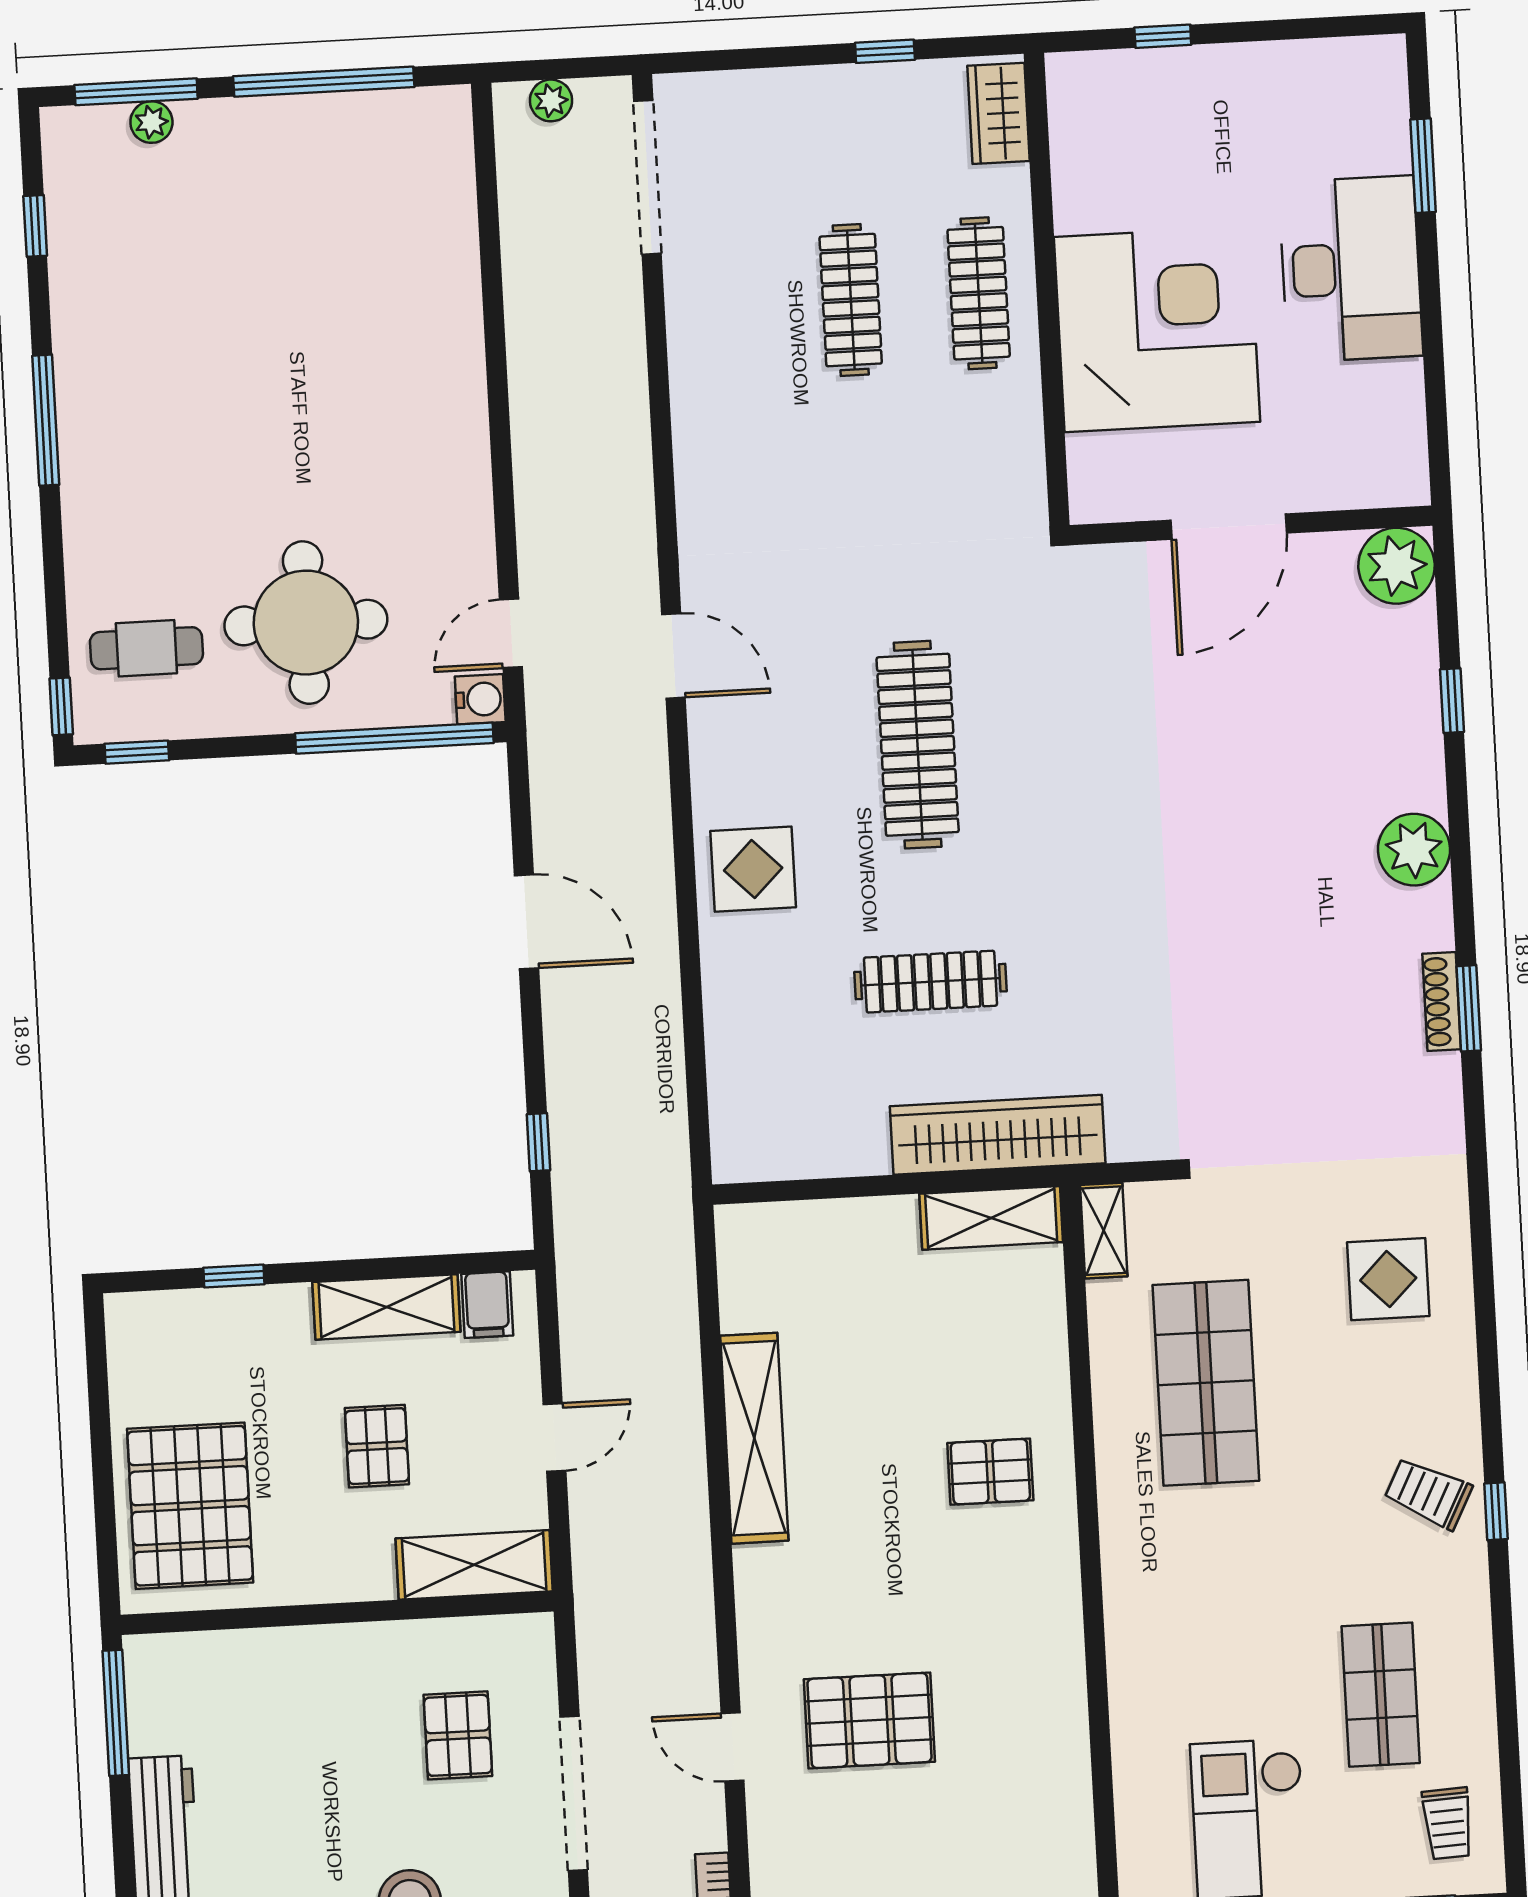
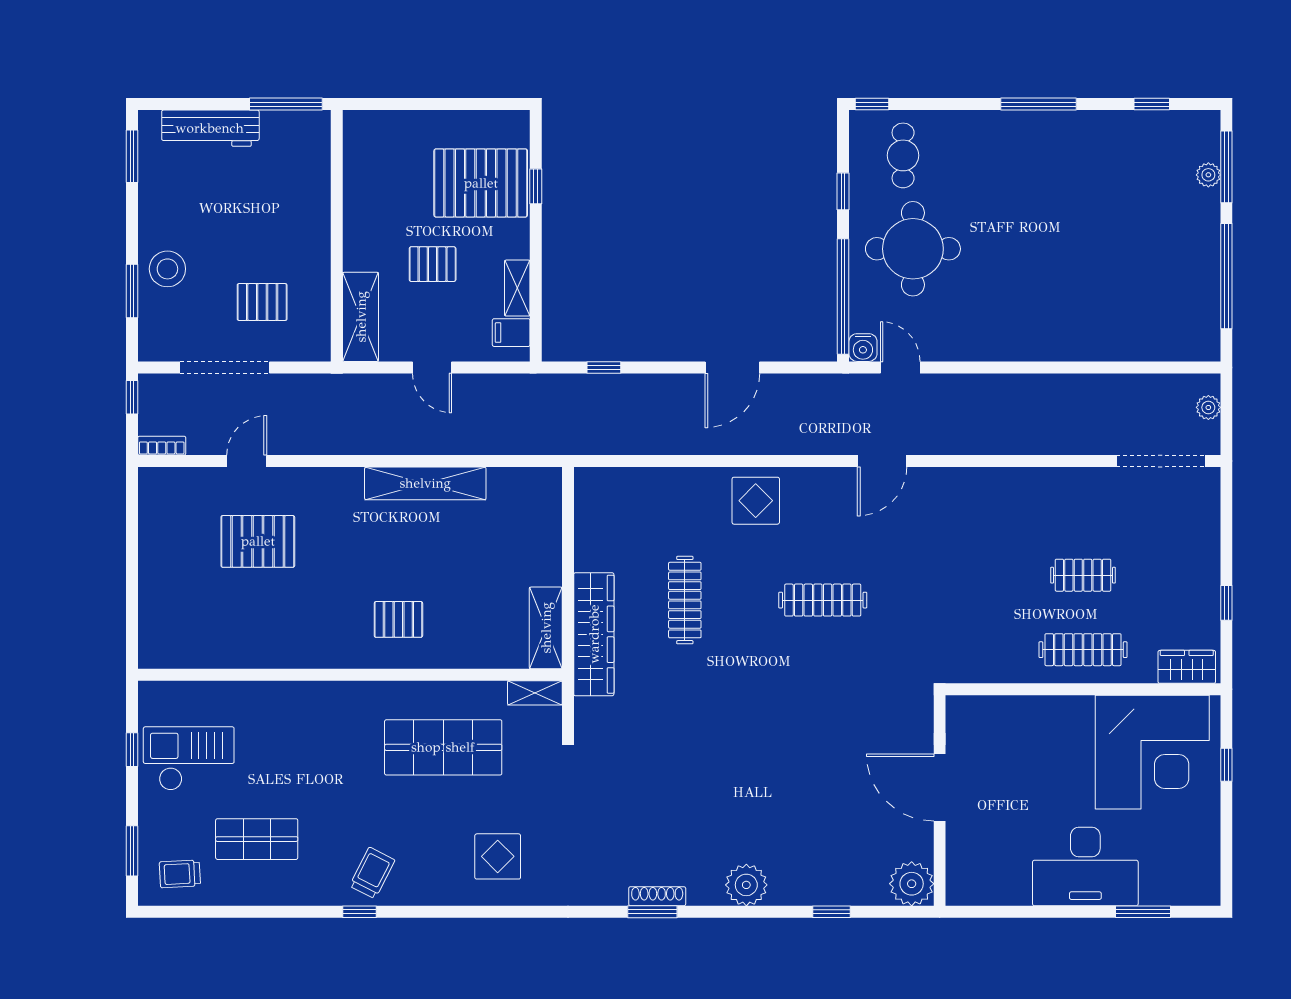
clothes rail: (851, 300) -> (1083, 575), width x0.73
corner desk: (1157, 329) -> (1152, 752), moved
clothes rail: (918, 745) -> (823, 600), width x0.73, depth x0.76
window: (137, 752) -> (843, 191), moved
shelving: (386, 1307) -> (517, 288), width x0.67, depth x0.75
pallet: (990, 1472) -> (398, 619), turned 90
pallet: (190, 1506) -> (481, 183), moved
pallet: (869, 1720) -> (258, 541), turned 90

